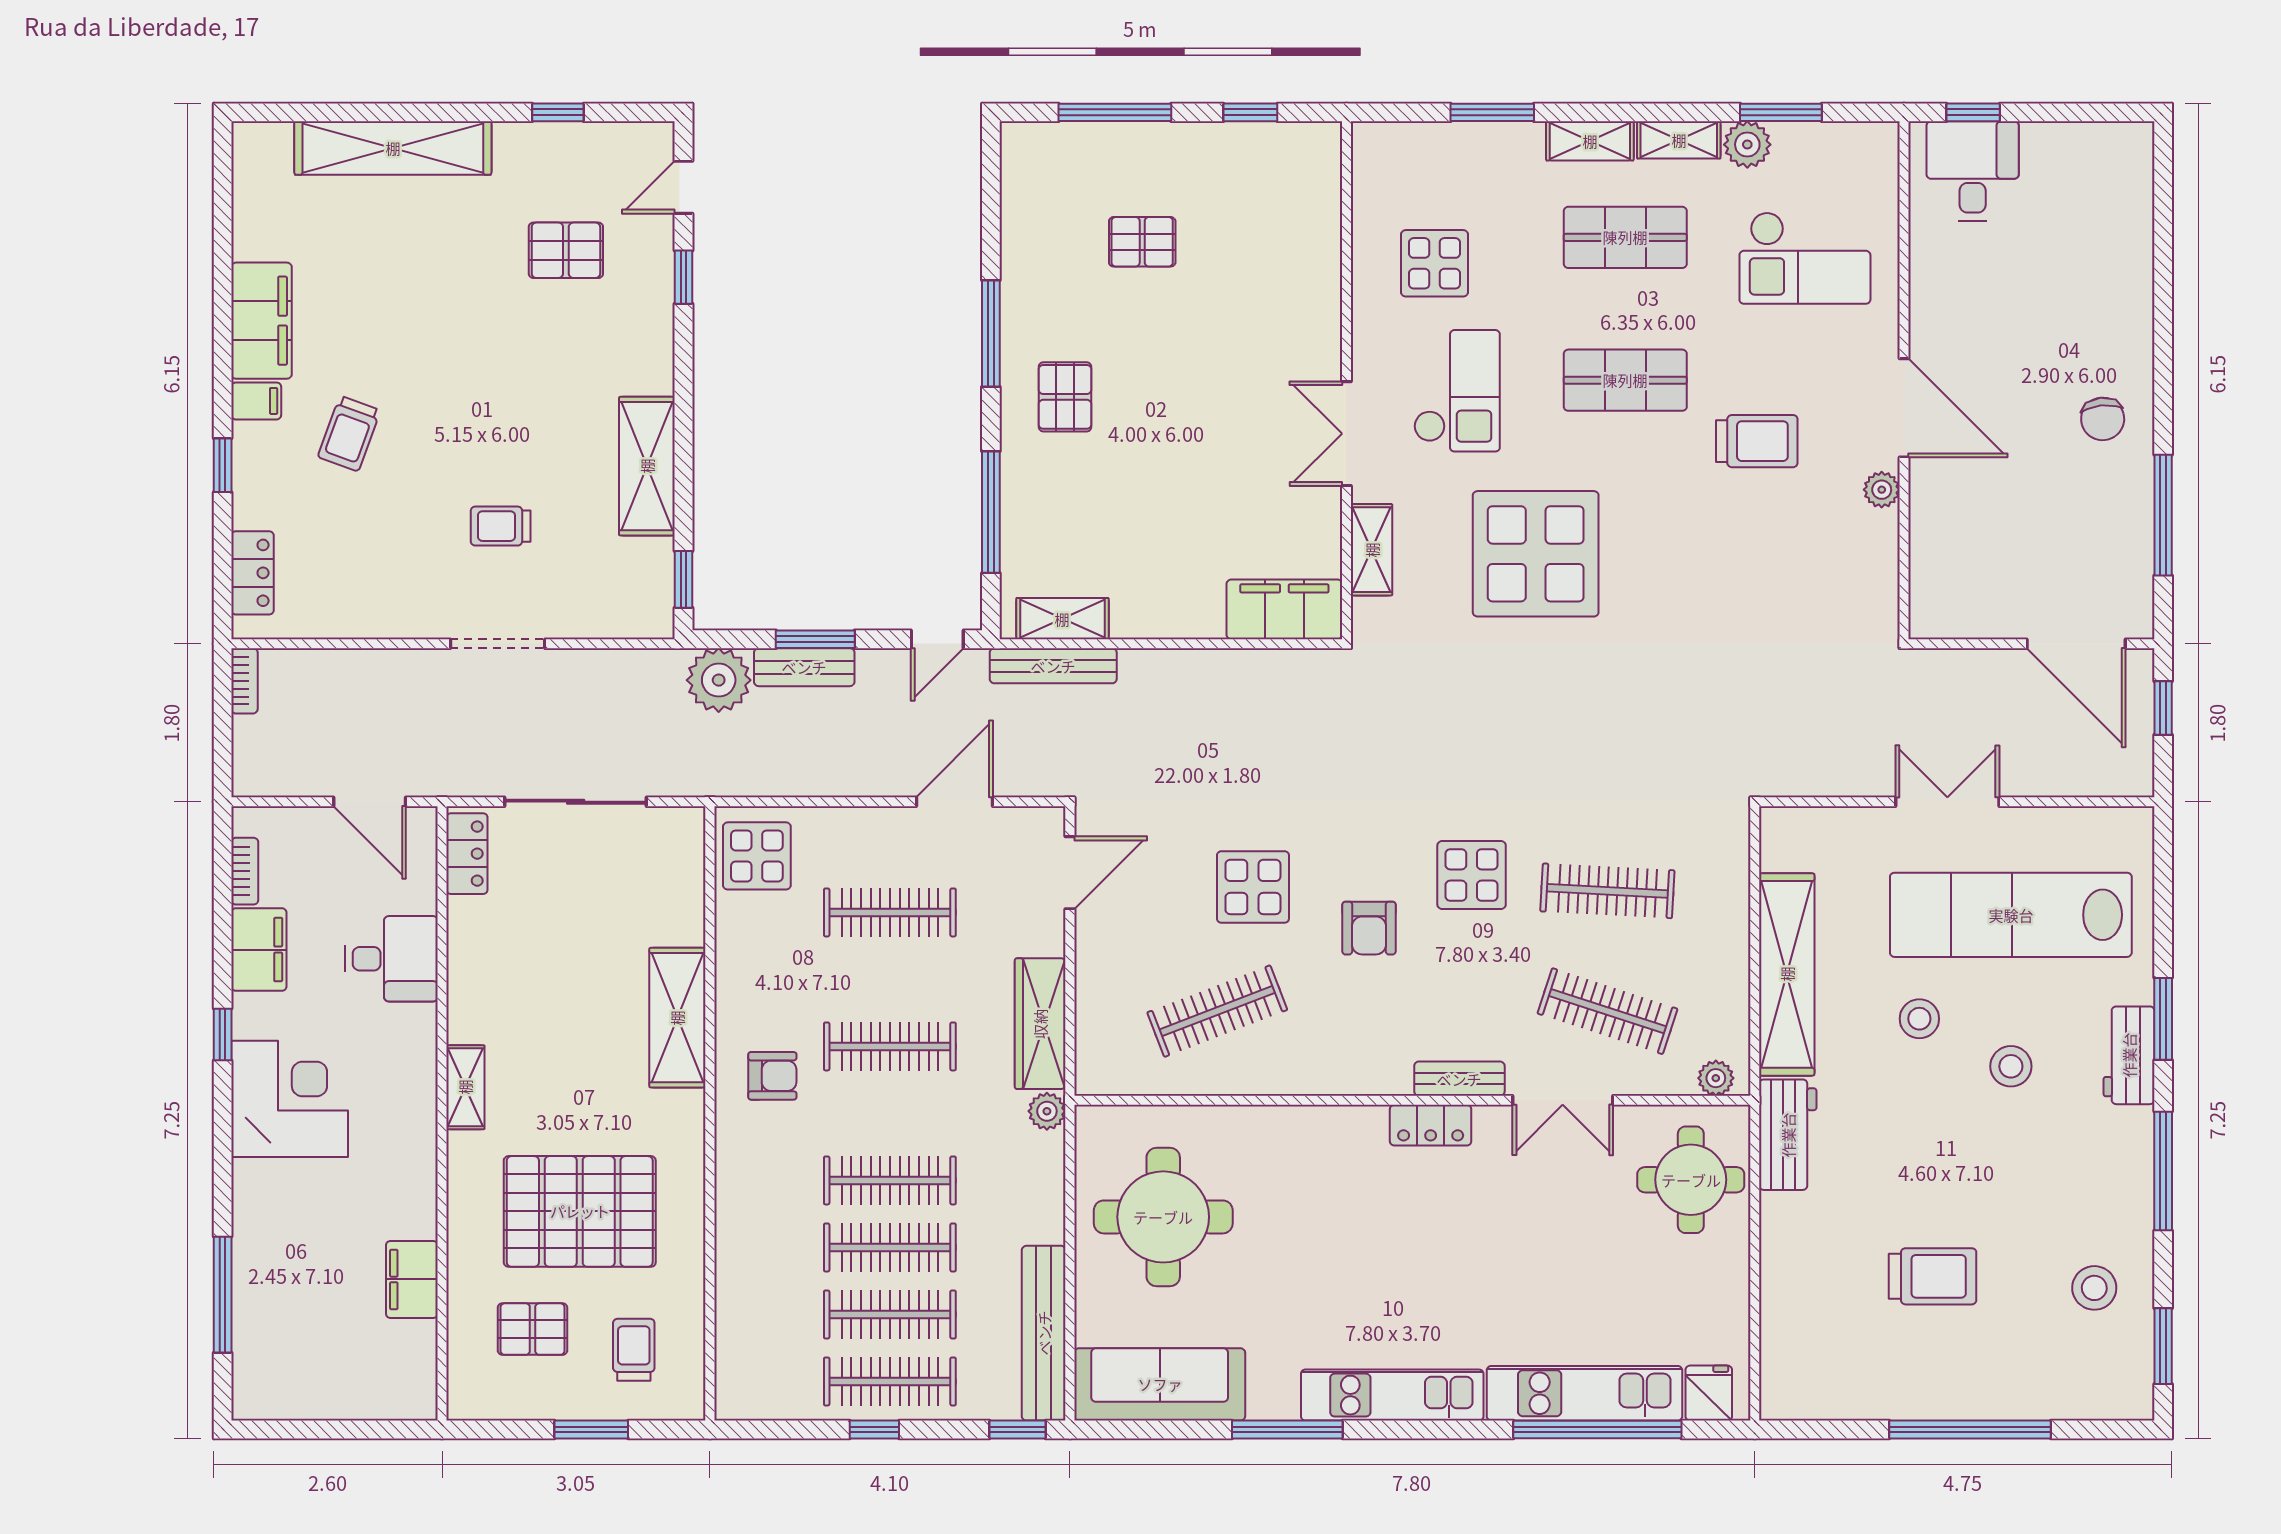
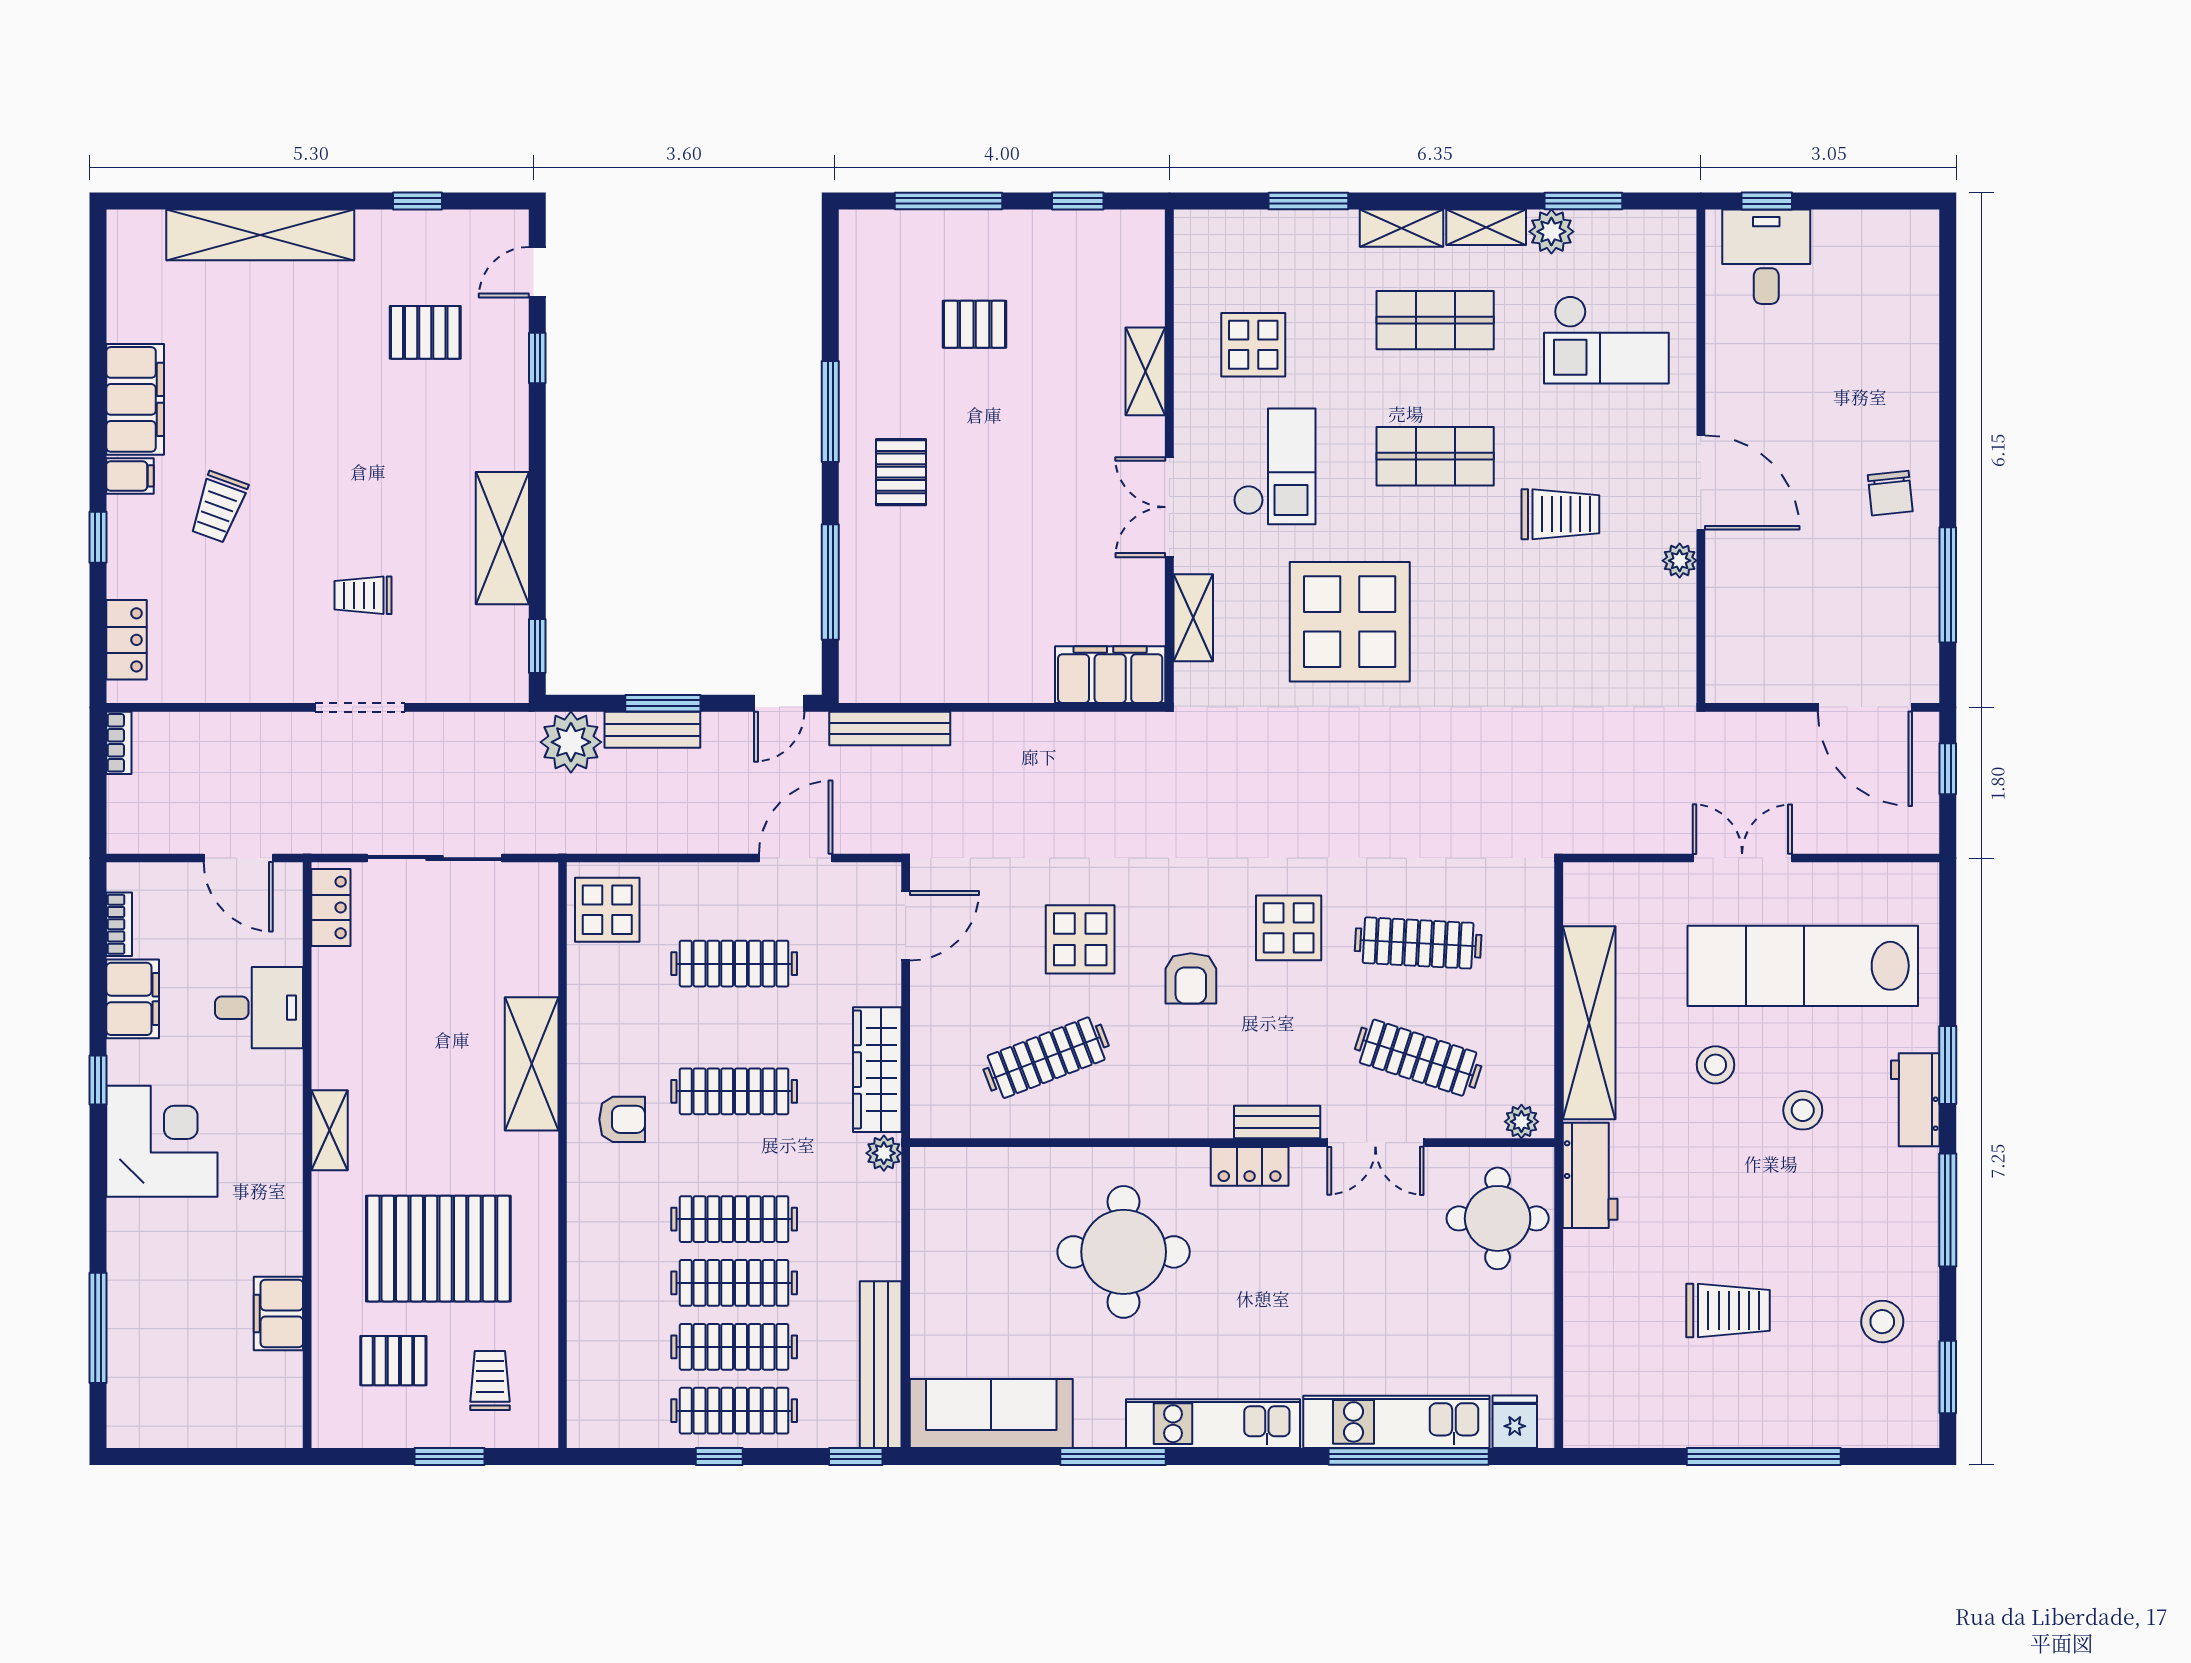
shelving: (1062, 619) -> (1145, 371), moved, turned 90
round table: (1163, 1217) -> (1124, 1252), moved

